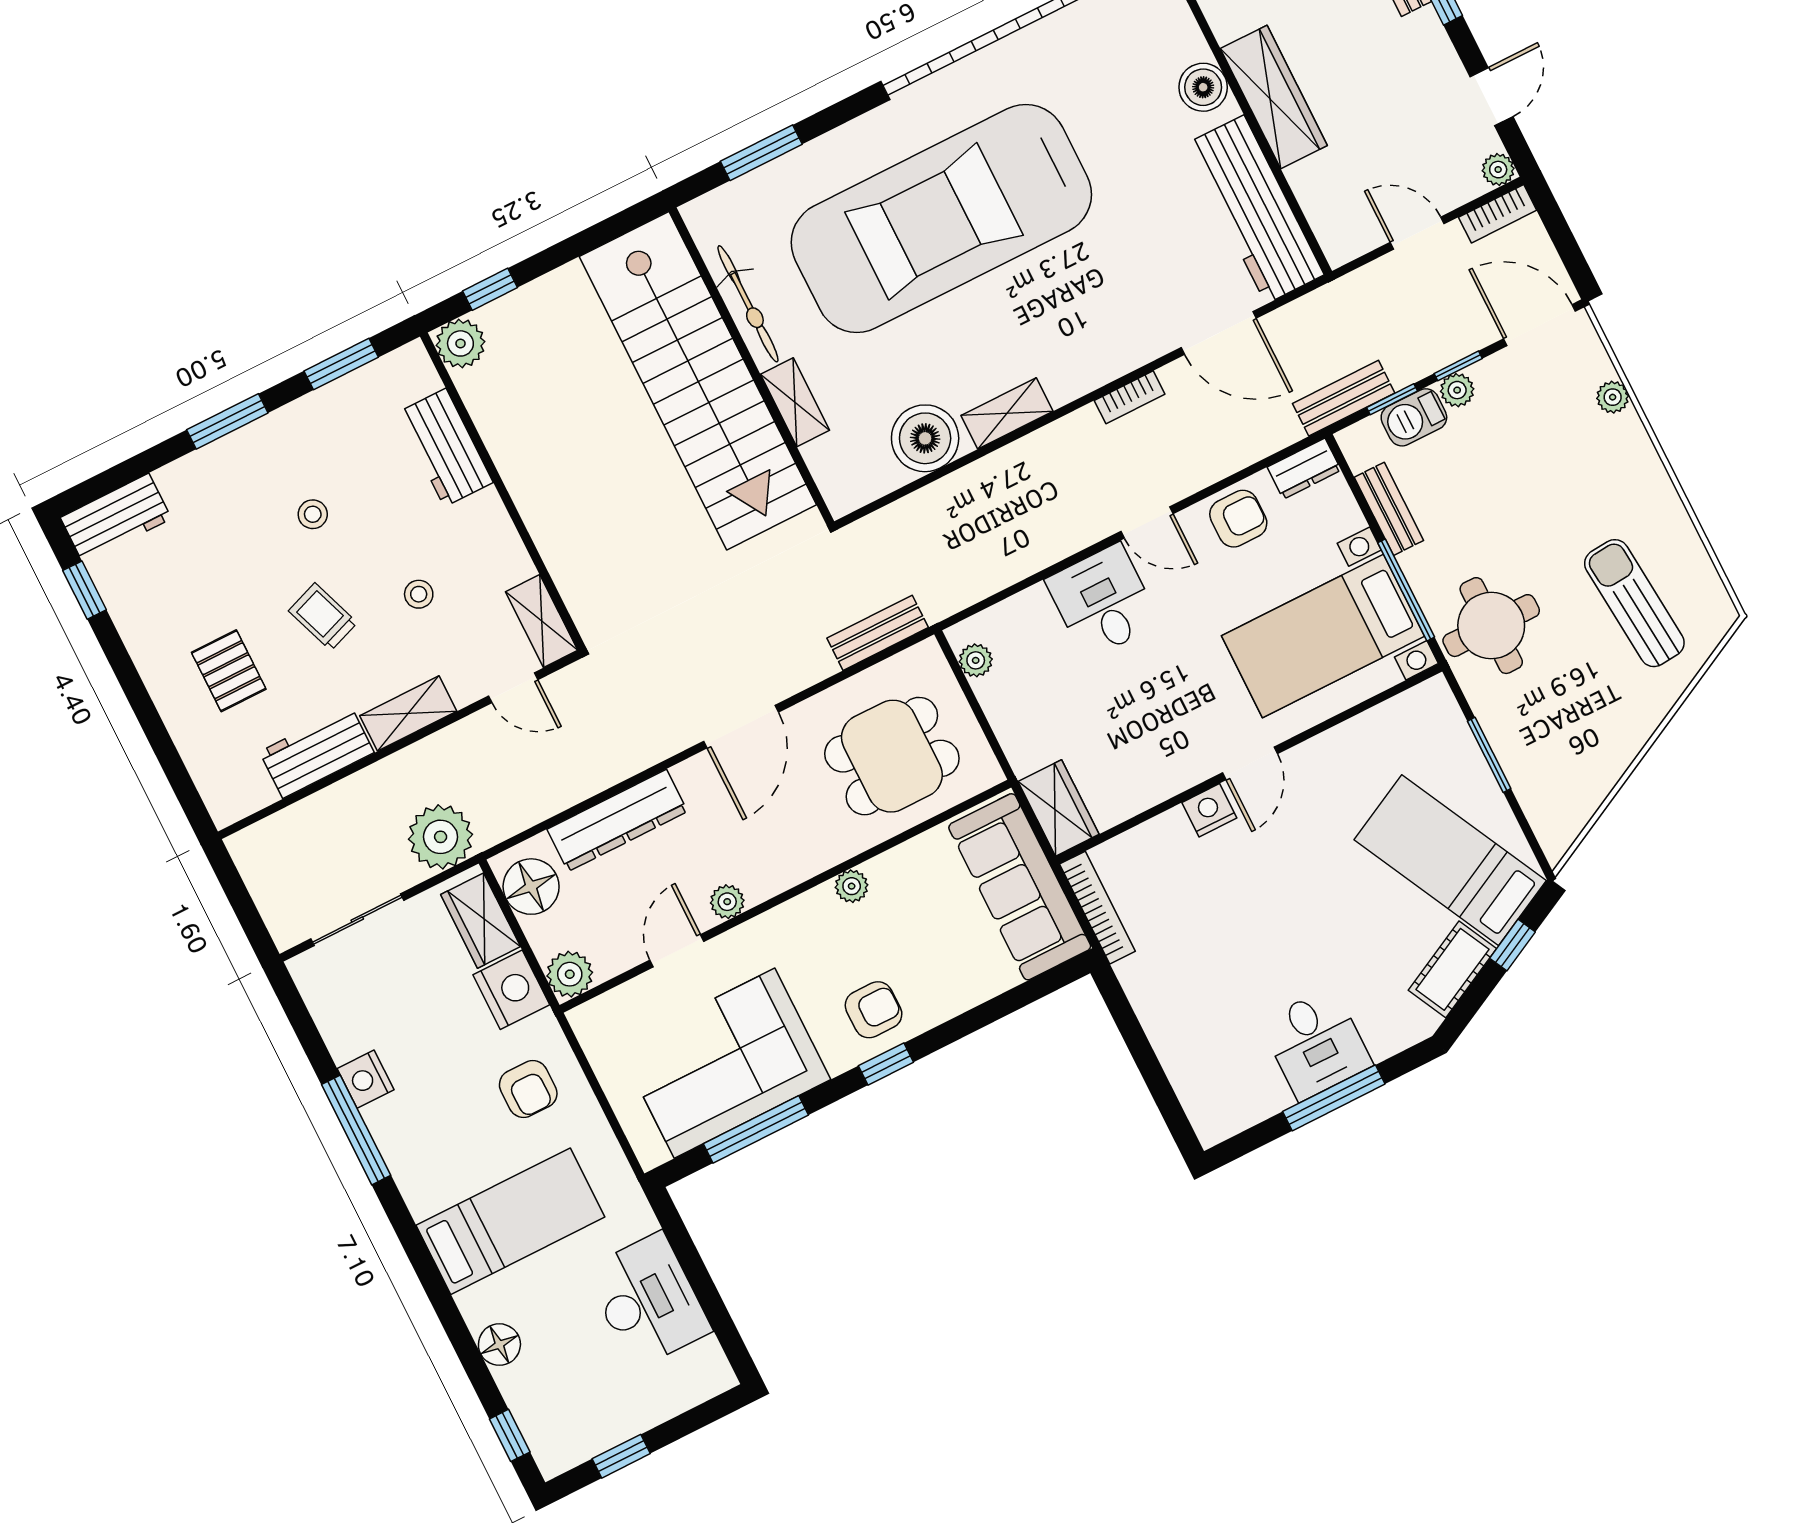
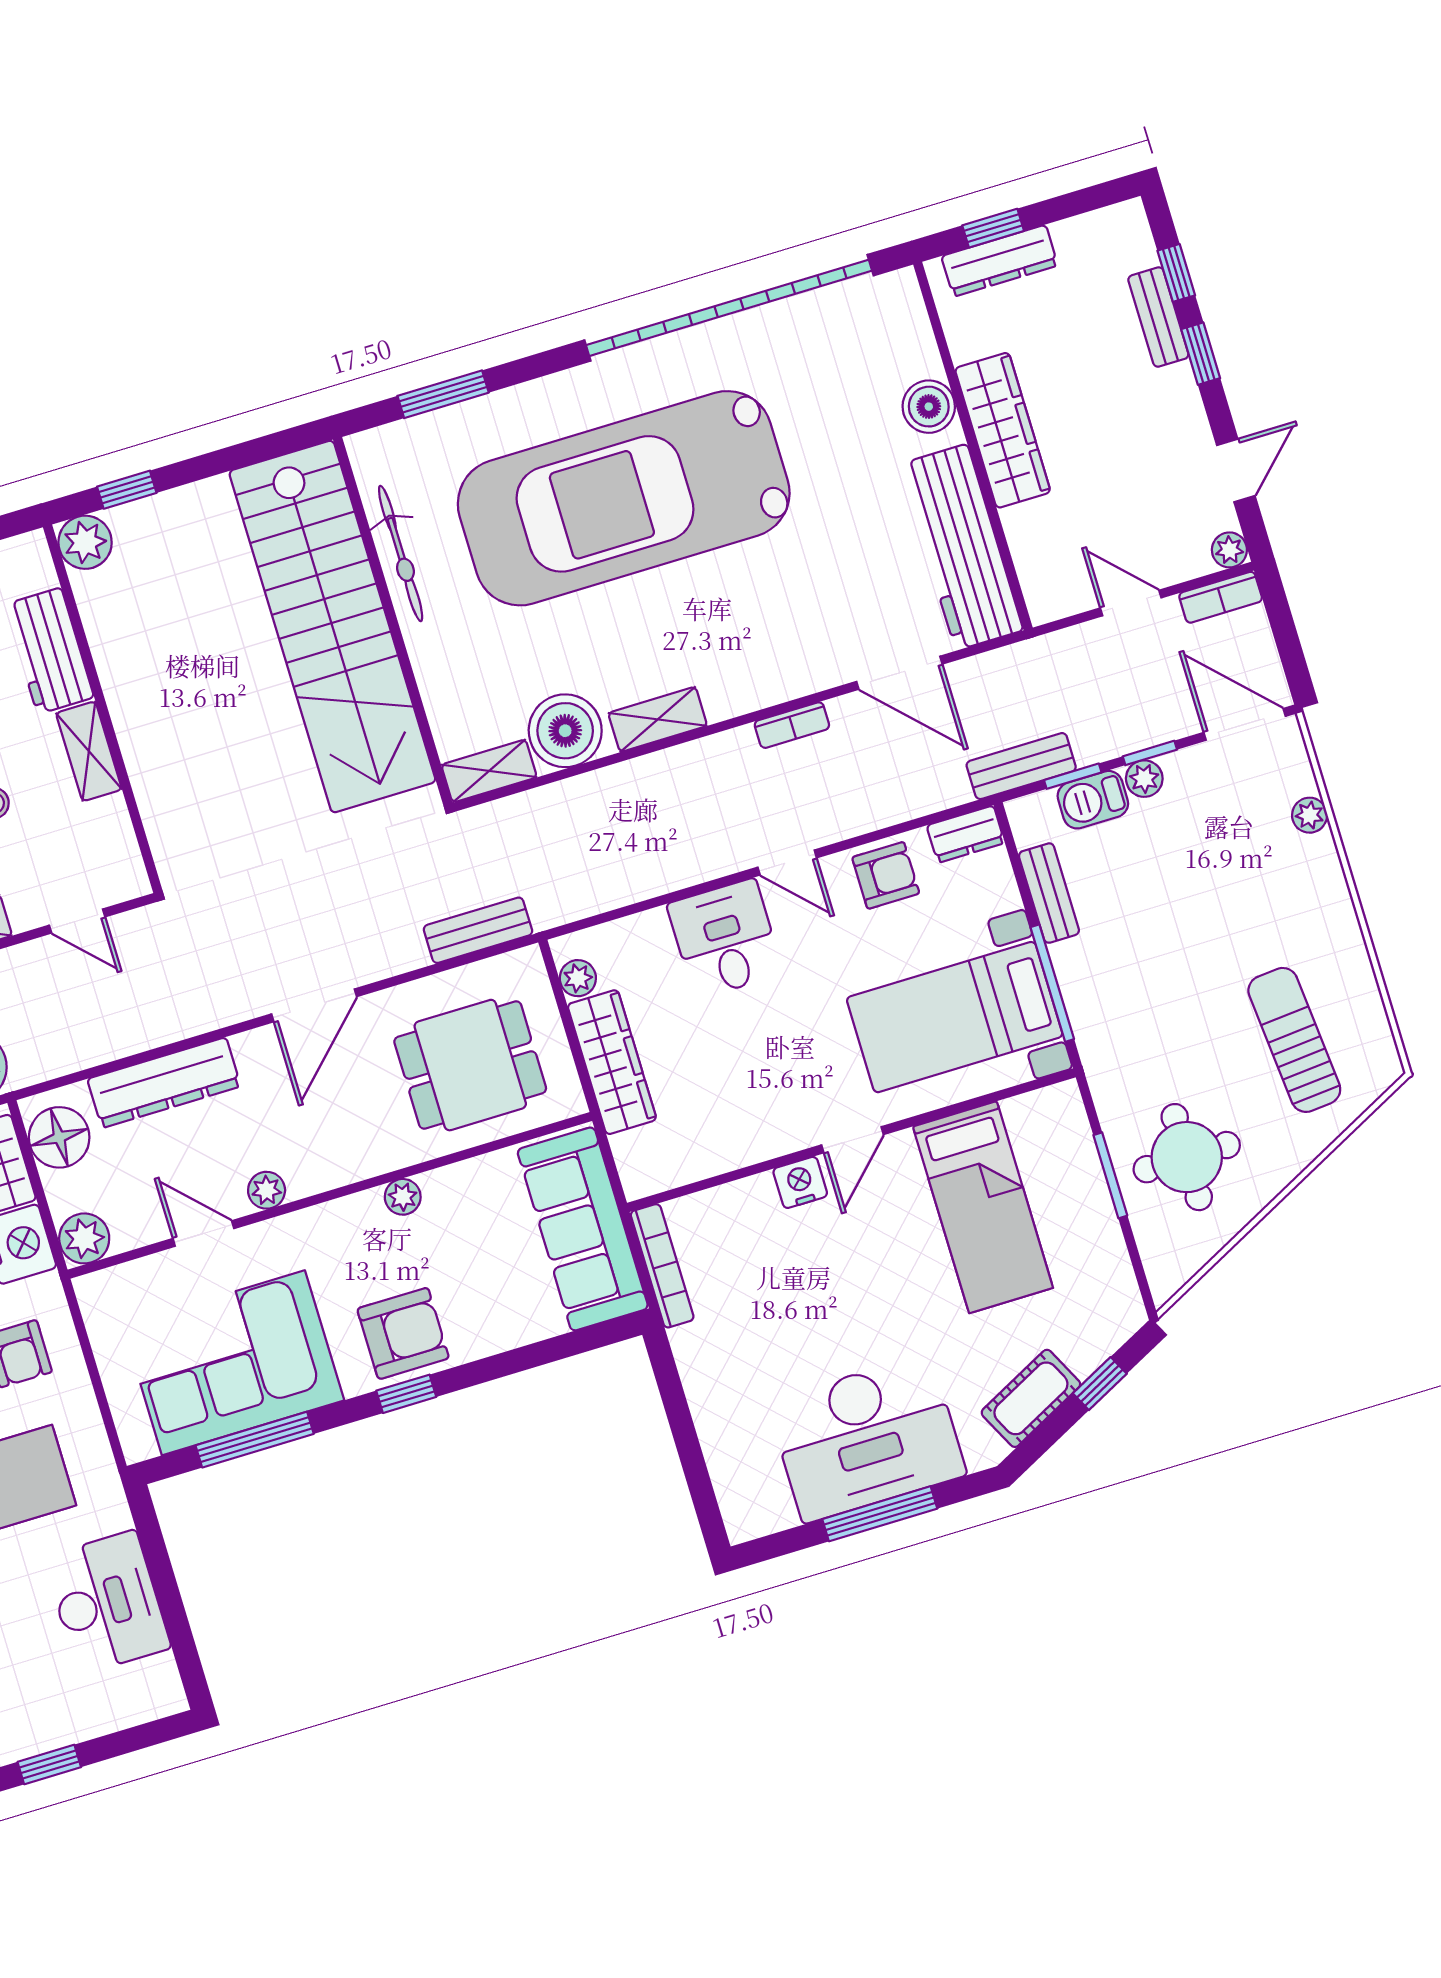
shelving: (795, 402) -> (489, 771), moved, turned 90
shelving: (542, 621) -> (89, 751), moved
round table: (1491, 626) -> (1187, 1157), moved
wardrobe: (1058, 808) -> (612, 1062), moved, width x1.50
bed: (1450, 860) -> (983, 1207), moved, turned -153
door: (677, 951) -> (203, 1233), hinge flipped
armchair: (874, 1010) -> (403, 1333), width x1.38, depth x1.38
desk: (1316, 1044) -> (867, 1438), width x1.87, depth x1.30

